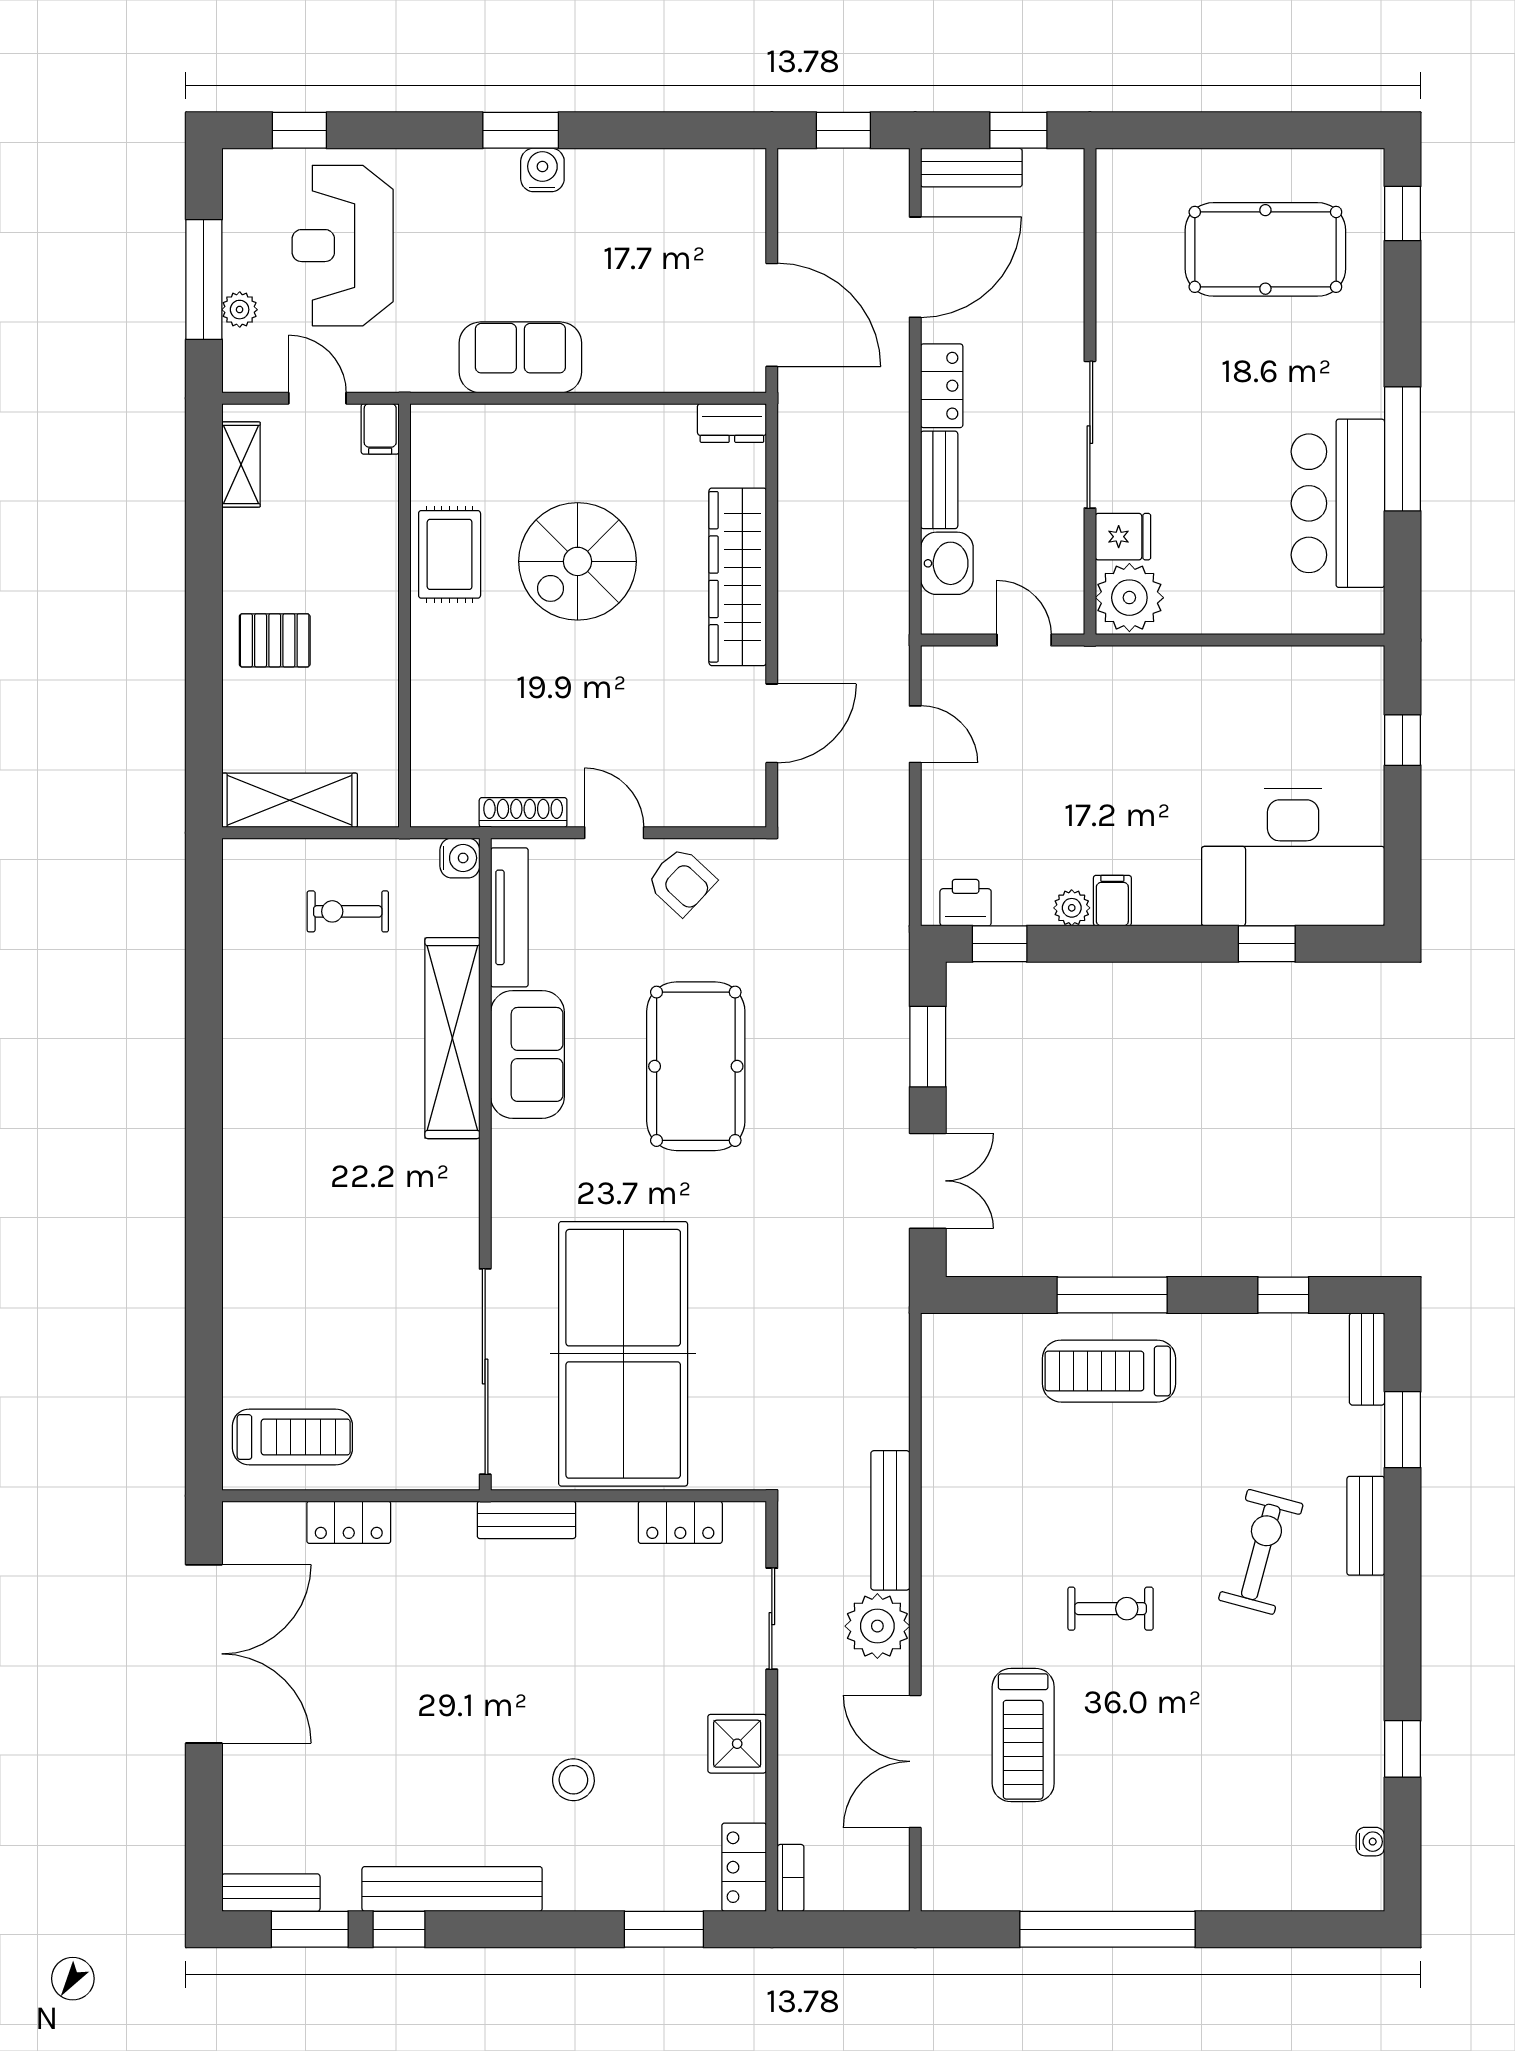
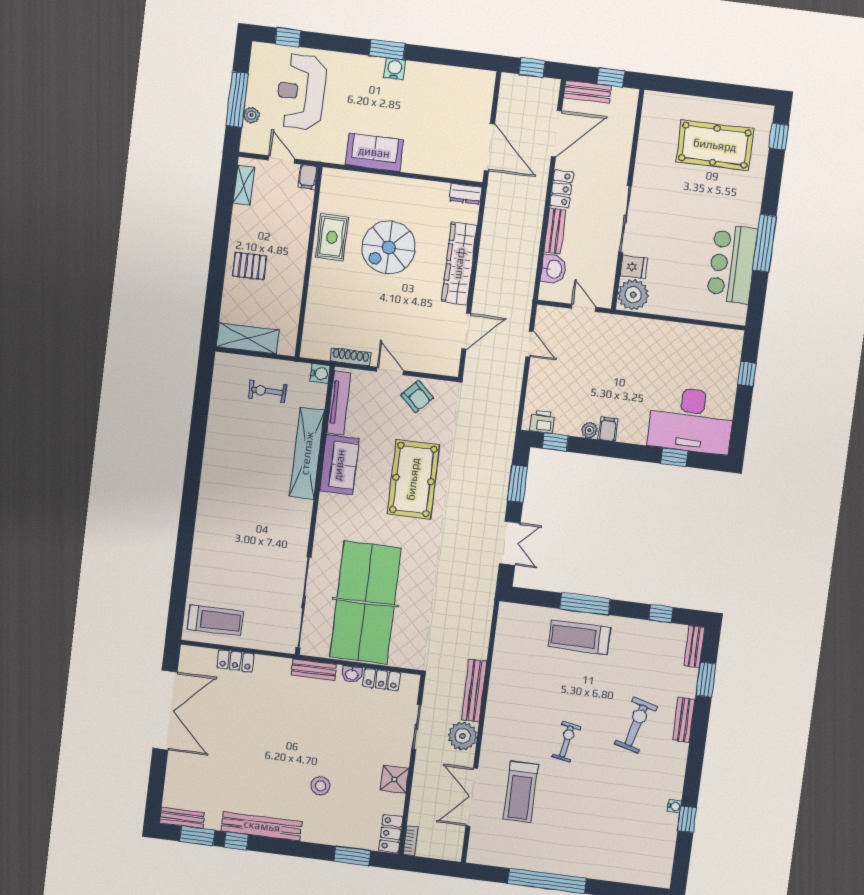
washbasin: (612, 1519) -> (352, 674), added
exercise bike: (1111, 1609) -> (566, 742), turned -80
water cooler: (1370, 1842) -> (674, 806), moved

